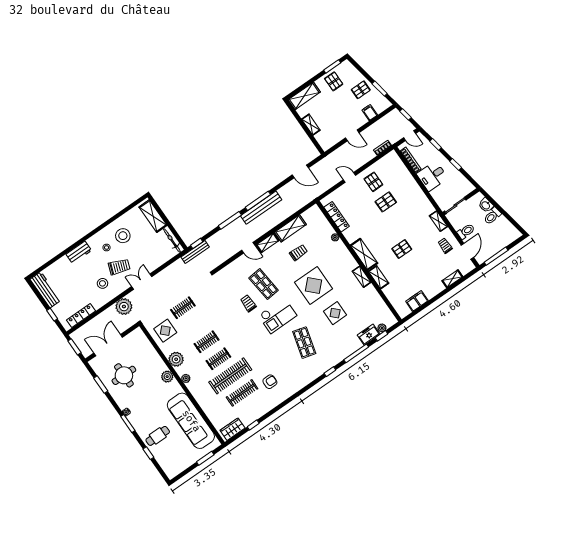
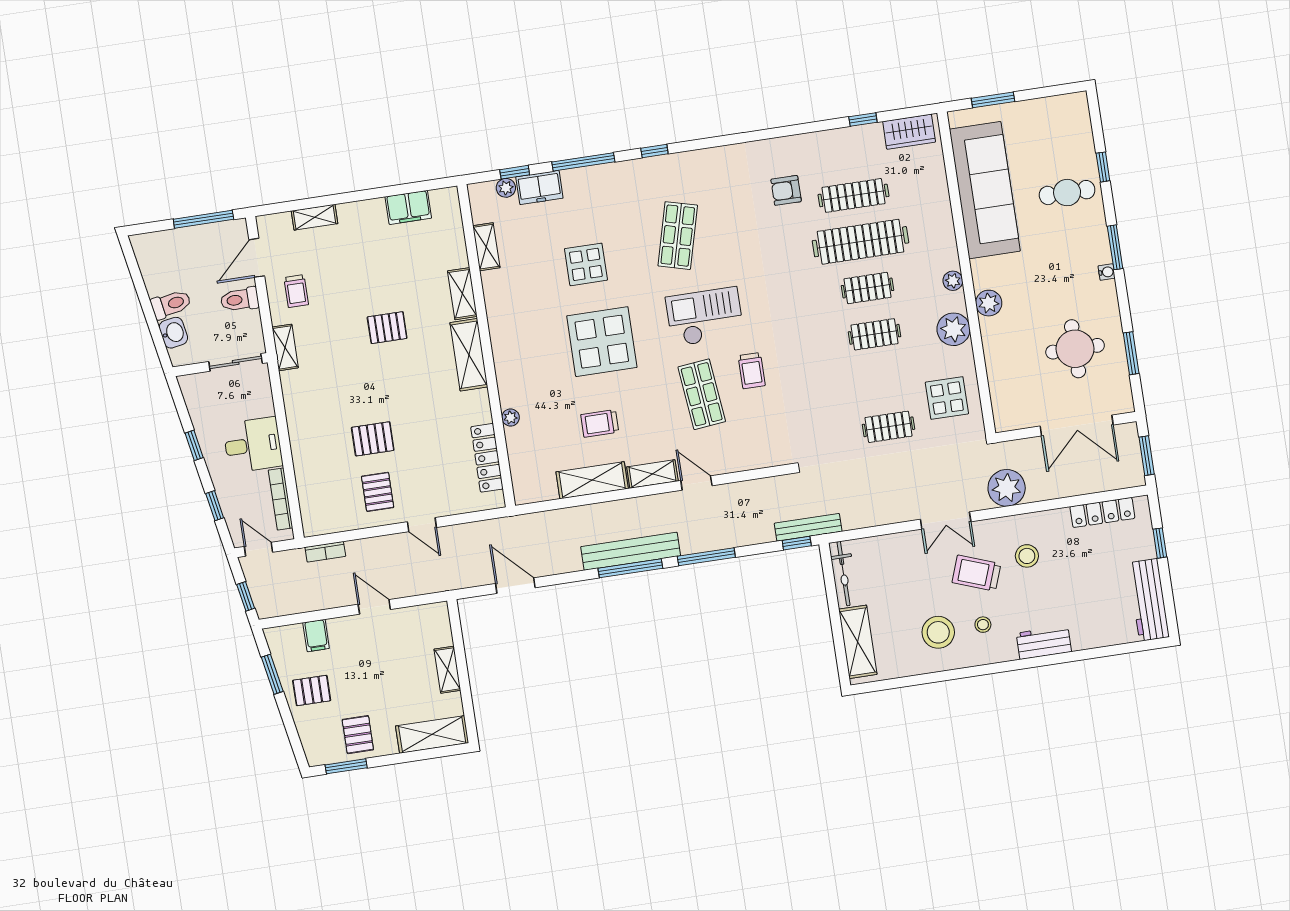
shelving: (362, 277) -> (486, 247), moved

